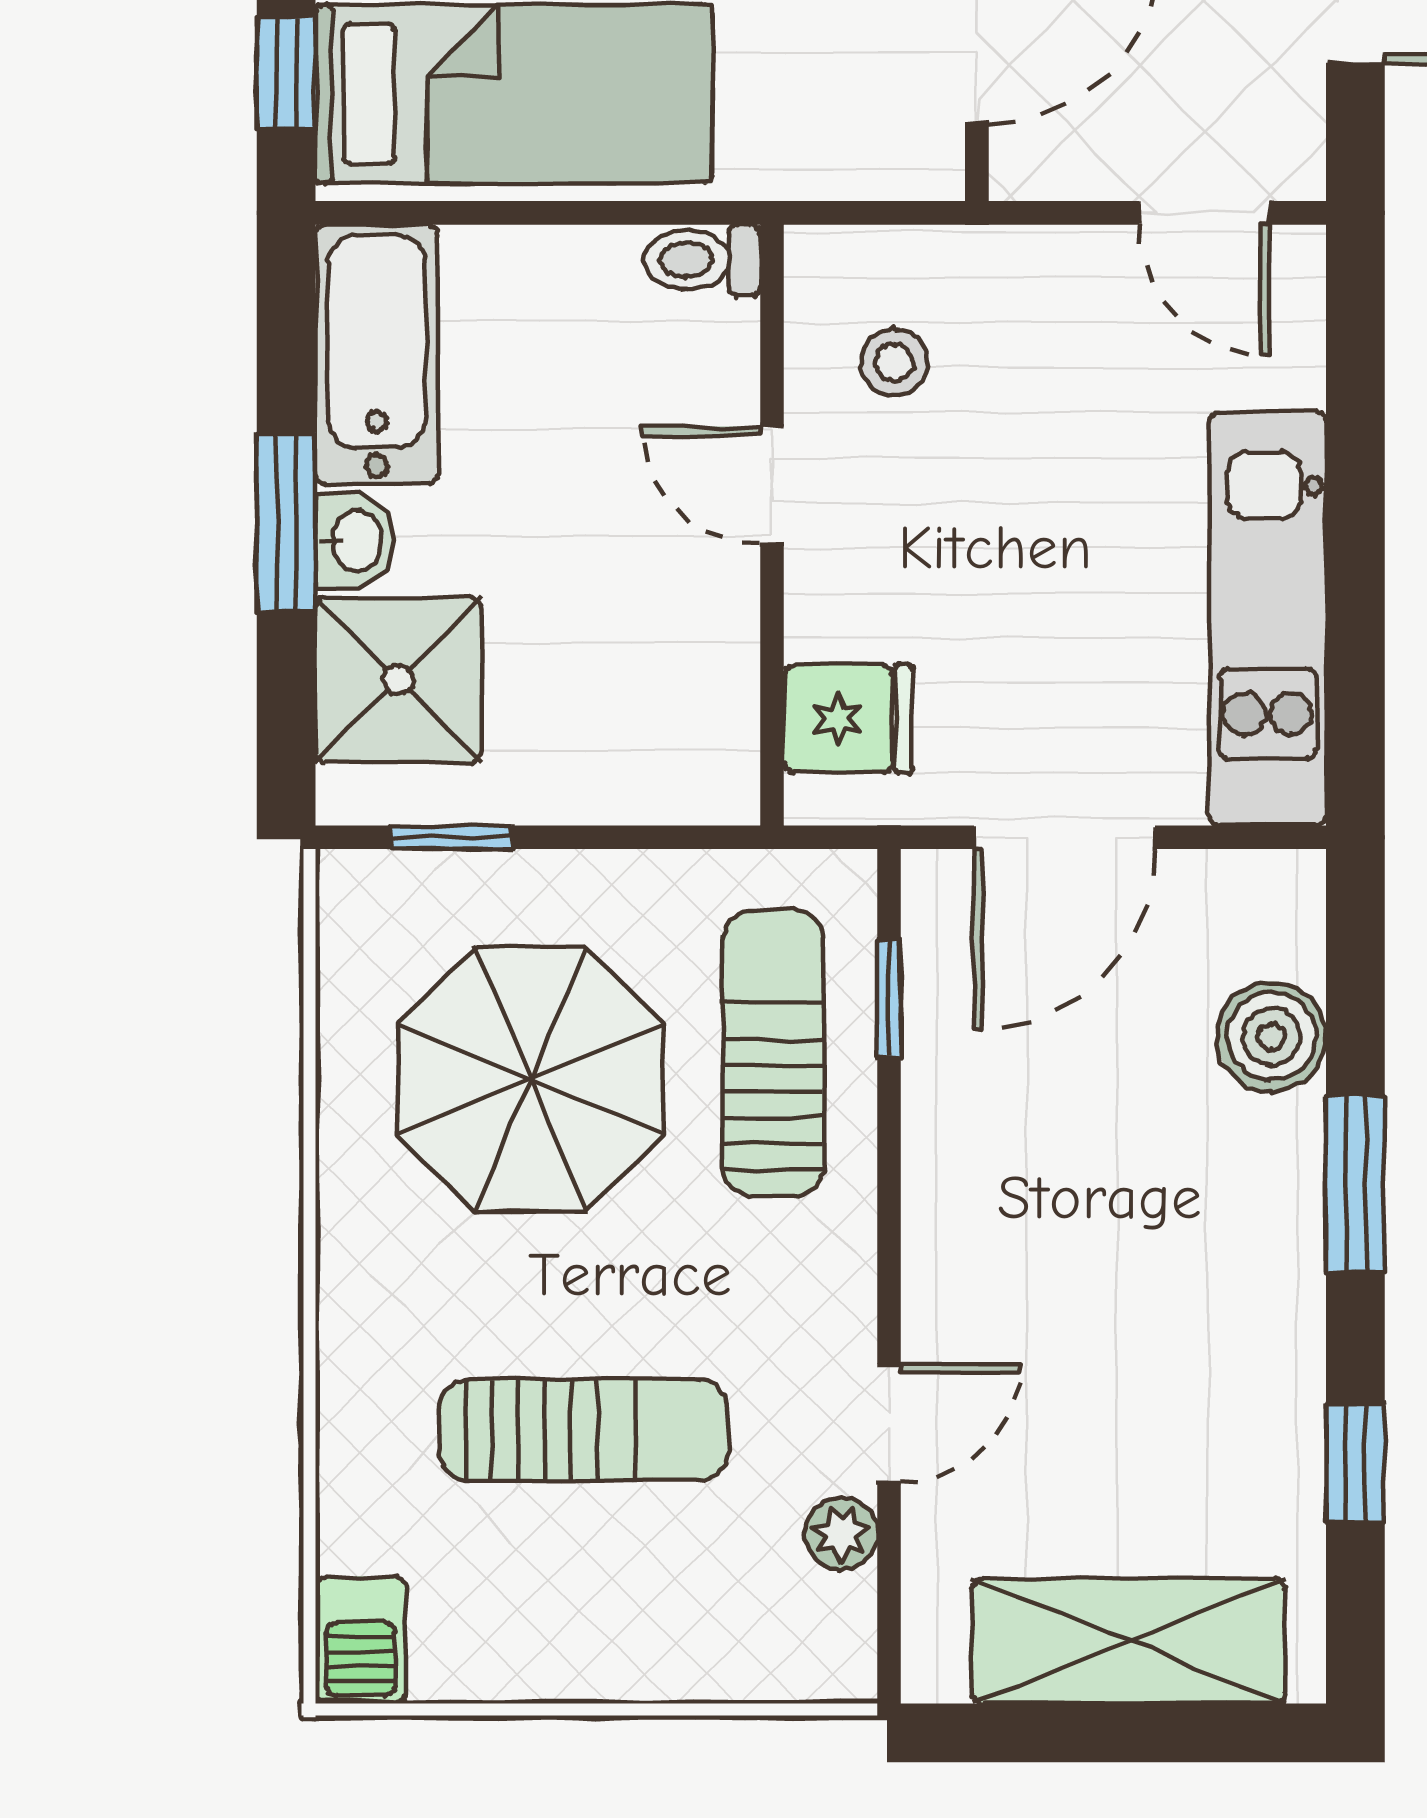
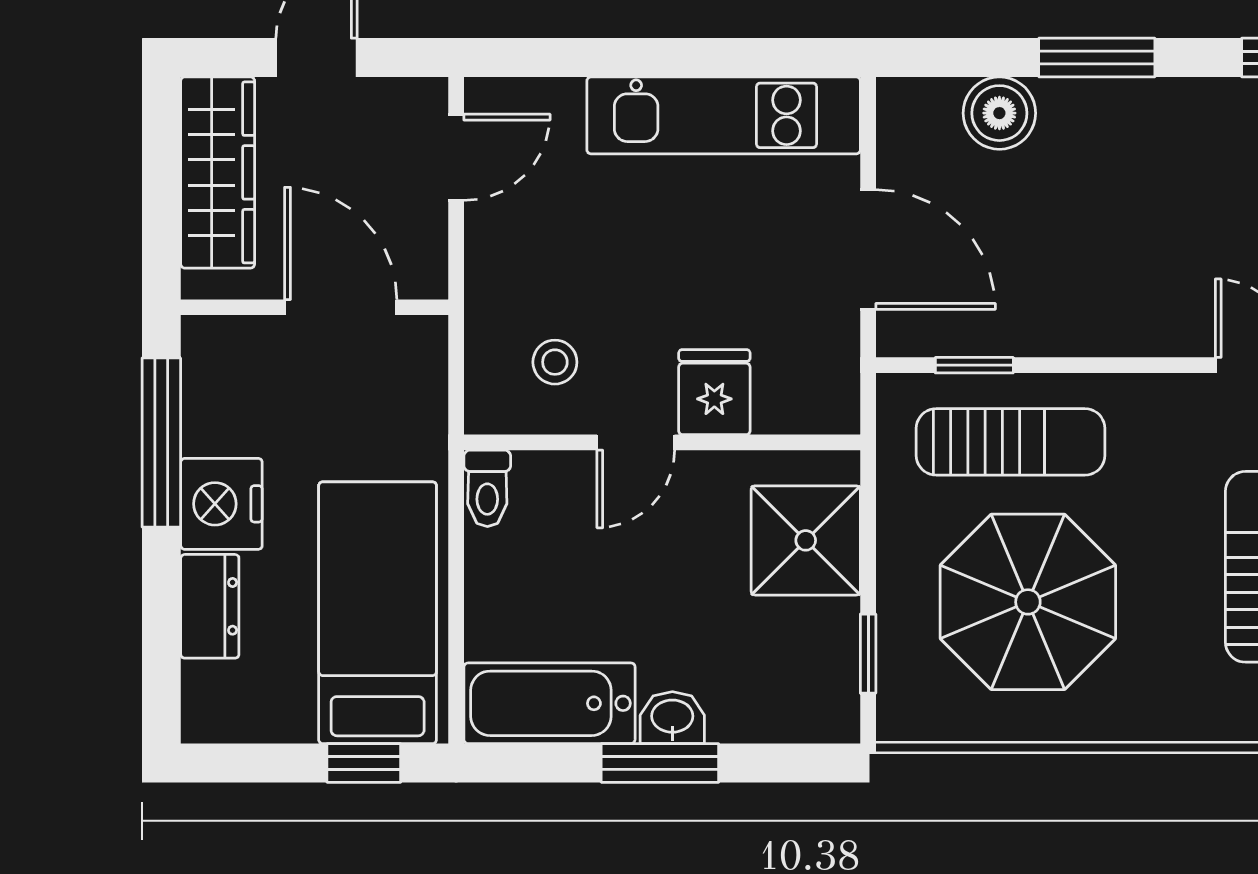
shower: (398, 680) -> (806, 540), moved
fridge: (848, 719) -> (714, 392), moved
sun lounger: (773, 1053) -> (1011, 442), turned 180

